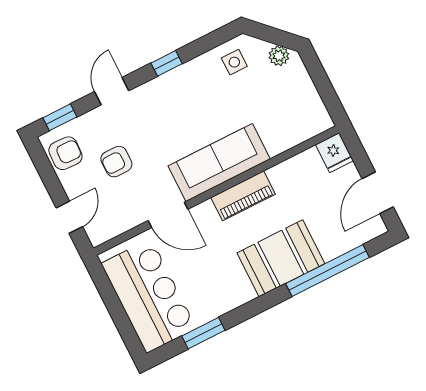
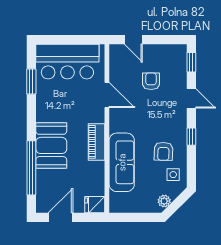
armchair: (65, 153) -> (163, 151), moved
sofa: (219, 163) -> (122, 162), moved
door: (378, 193) -> (61, 217), hinge flipped
door: (168, 215) -> (107, 95), swing flipped

